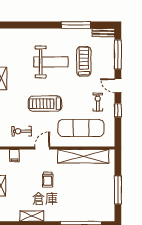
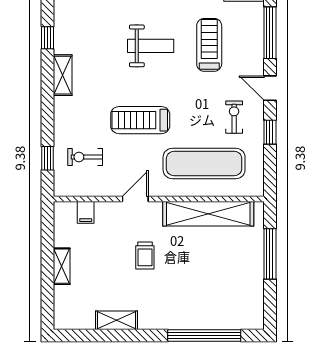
weight bench: (51, 62) -> (151, 46), width x0.73, depth x0.75
exercise bike: (22, 131) -> (85, 157), moved
window: (118, 190) -> (270, 254), moved

